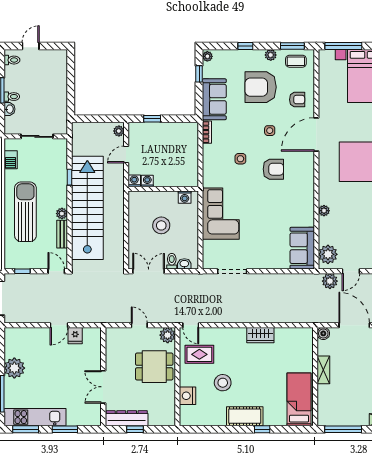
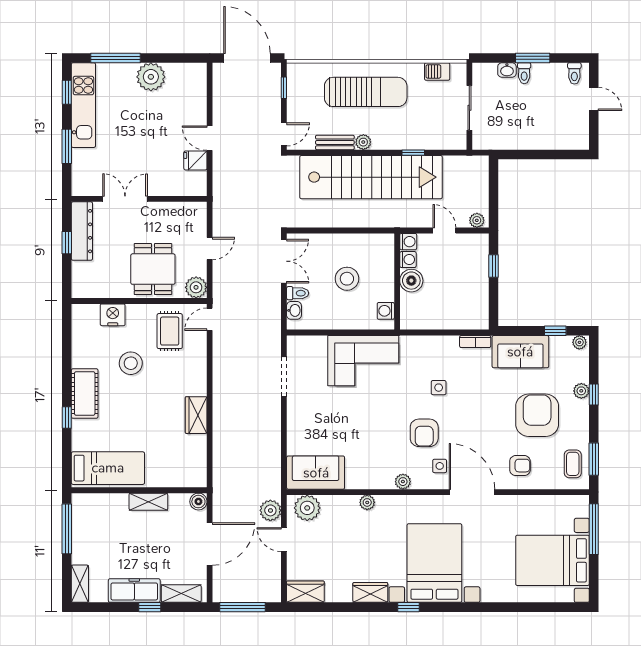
plant: (271, 55) -> (581, 391), moved
armchair: (297, 100) -> (520, 466), turned -90
side table: (270, 131) -> (440, 466), moved
boiler: (163, 179) -> (411, 281), added
plant: (309, 185) -> (403, 482), added
window: (26, 429) -> (67, 92), width x0.67

